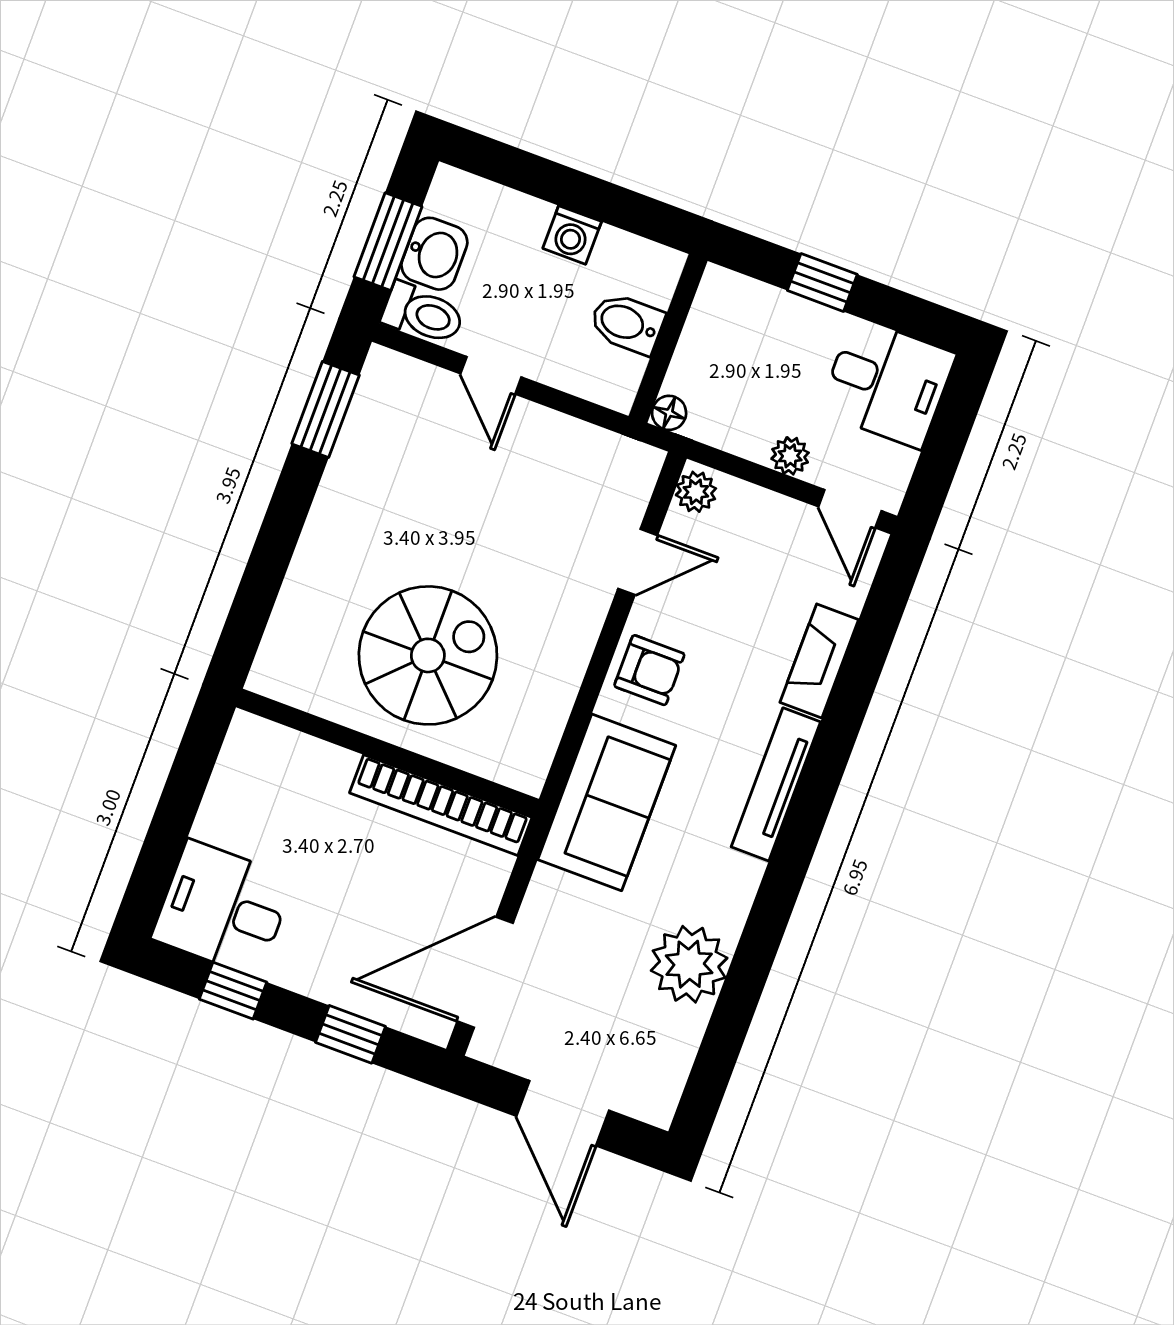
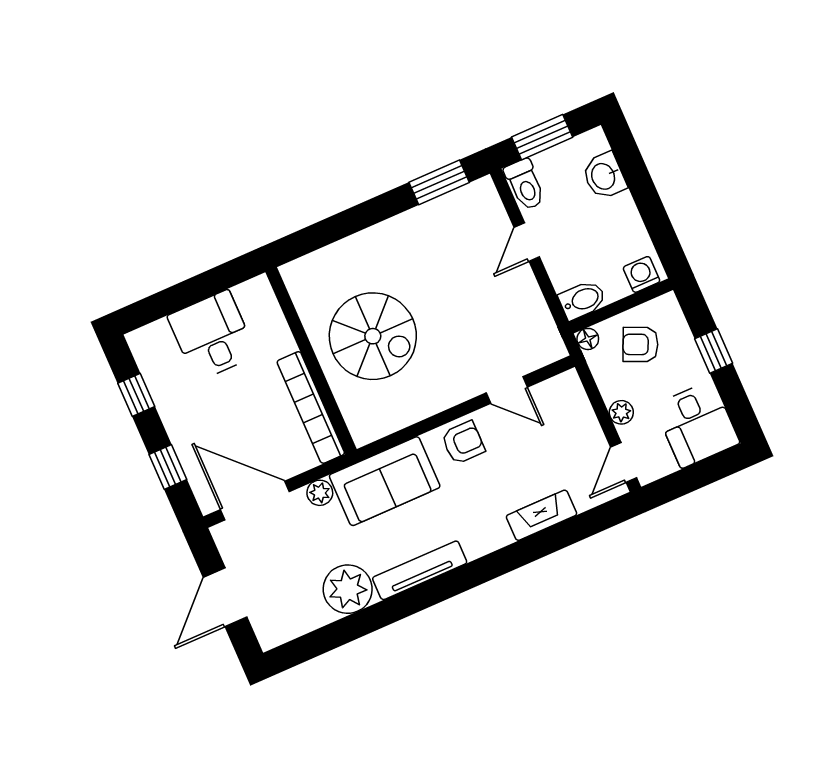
washing machine: (572, 235) -> (641, 274), moved, turned 90
washbasin: (434, 254) -> (604, 176), moved, turned 90
bidet: (627, 323) -> (582, 300), moved, turned 90
armchair: (734, 359) -> (640, 344), added
plant: (696, 492) -> (320, 493), moved
armchair: (649, 670) -> (463, 443), turned -90
tv unit: (776, 784) -> (420, 570), moved
desk: (223, 908) -> (212, 335), moved

